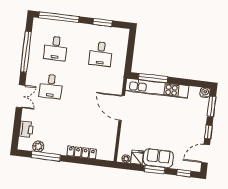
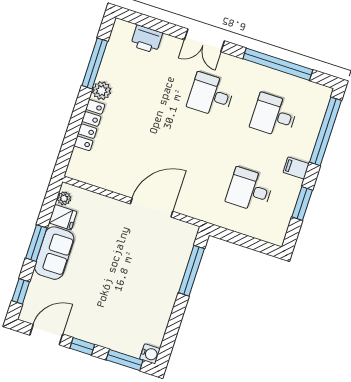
filing cabinet: (83, 30) -> (296, 168), added
kitchen unit: (157, 88) -> (173, 274), removed
plant: (38, 147) -> (102, 91), moved
door: (206, 154) -> (46, 335), hinge flipped

